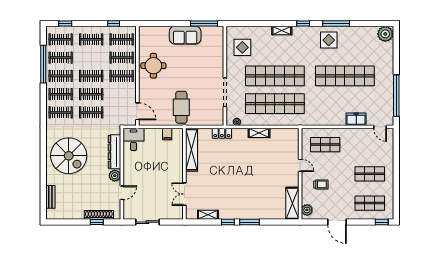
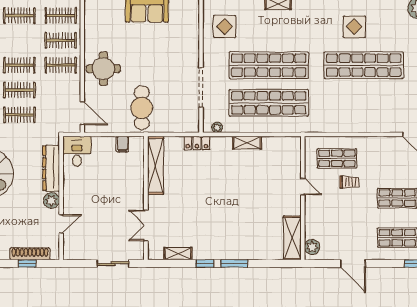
display table: (329, 40) -> (354, 27), moved
round table: (153, 66) -> (103, 69), moved
freezer: (356, 119) -> (379, 124), removed
trolley: (321, 184) -> (349, 182), moved
sliding door: (147, 222) -> (113, 263), moved

